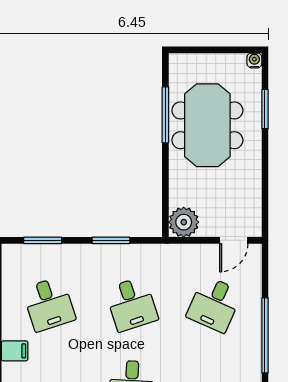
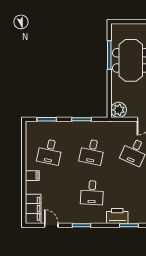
desk: (49, 304) -> (50, 152), turned 30
desk: (132, 304) -> (92, 152), turned 30

